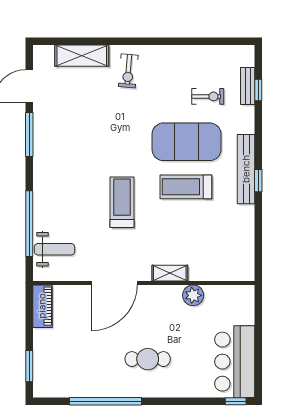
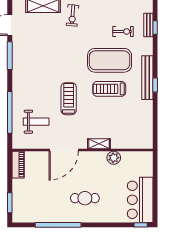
weight bench: (54, 249) -> (36, 122), moved

